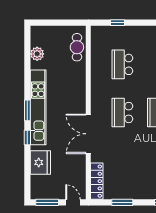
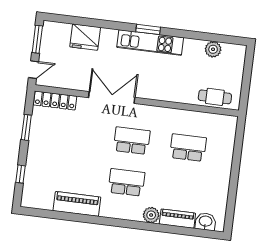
window: (118, 23) -> (238, 148), removed
kitchen unit: (38, 107) -> (150, 43), width x0.73
window: (27, 138) -> (116, 25), removed

